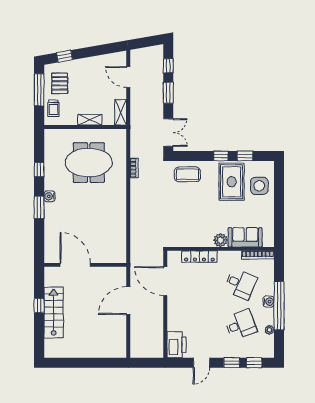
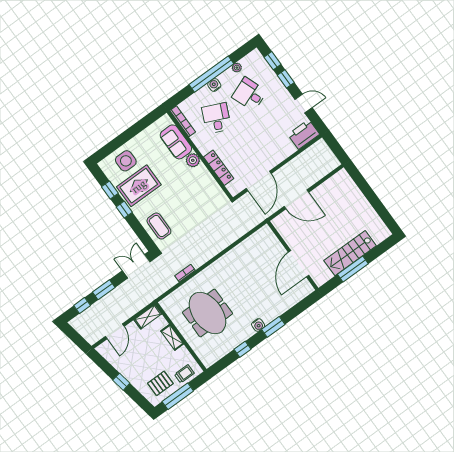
window: (65, 56) -> (121, 382), moved
window: (39, 305) -> (353, 269), width x2.17

